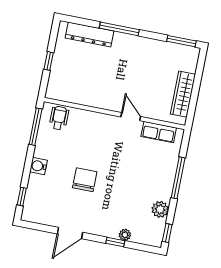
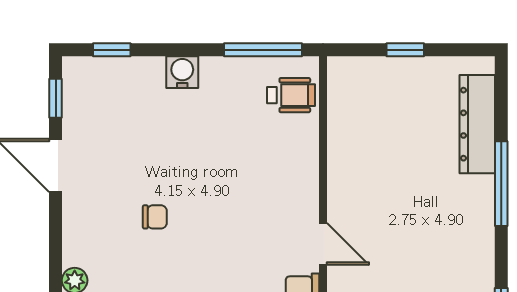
door: (131, 117) -> (323, 244), hinge flipped
chair: (85, 180) -> (155, 217), moved, width x0.54, depth x0.54
window: (115, 242) -> (56, 98), moved

